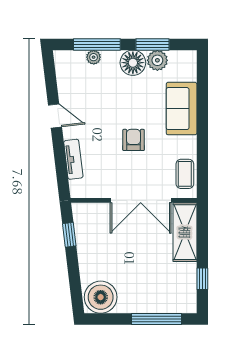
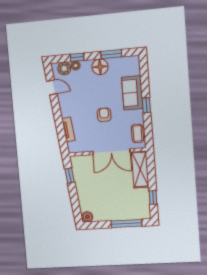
window: (97, 44) -> (77, 57), width x0.46
plant: (157, 60) -> (64, 68), moved
door: (55, 116) -> (52, 87), moved
window: (202, 130) -> (146, 105), added
boiler: (101, 297) -> (87, 217), width x0.54, depth x0.54

